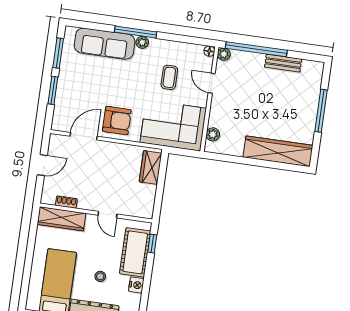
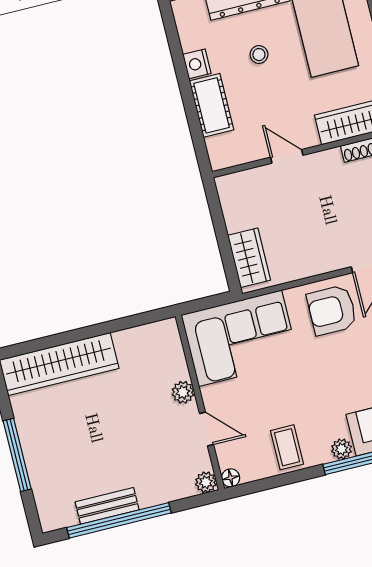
window: (256, 49) -> (119, 520), moved
coffee table: (169, 77) -> (287, 447), moved
plant: (213, 134) -> (183, 392), moved
window: (152, 244) -> (198, 139), removed
cot: (135, 252) -> (212, 105), width x0.73, depth x0.75

